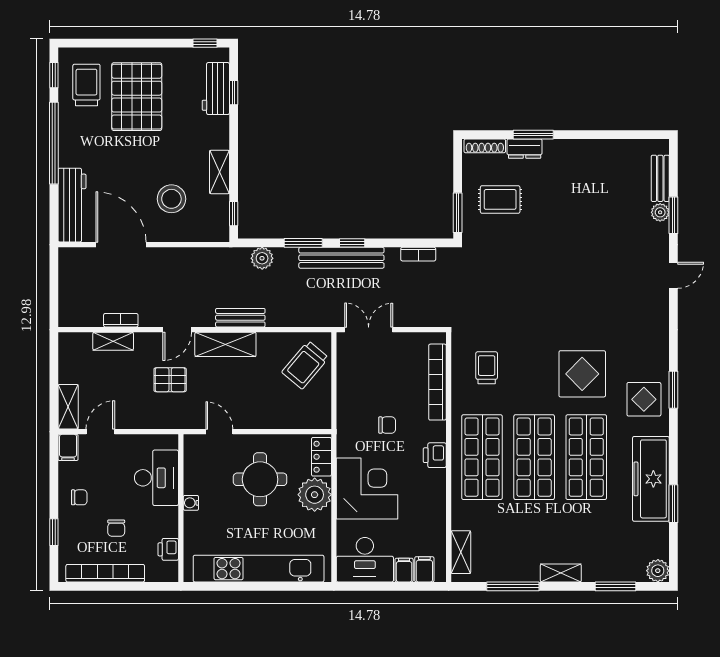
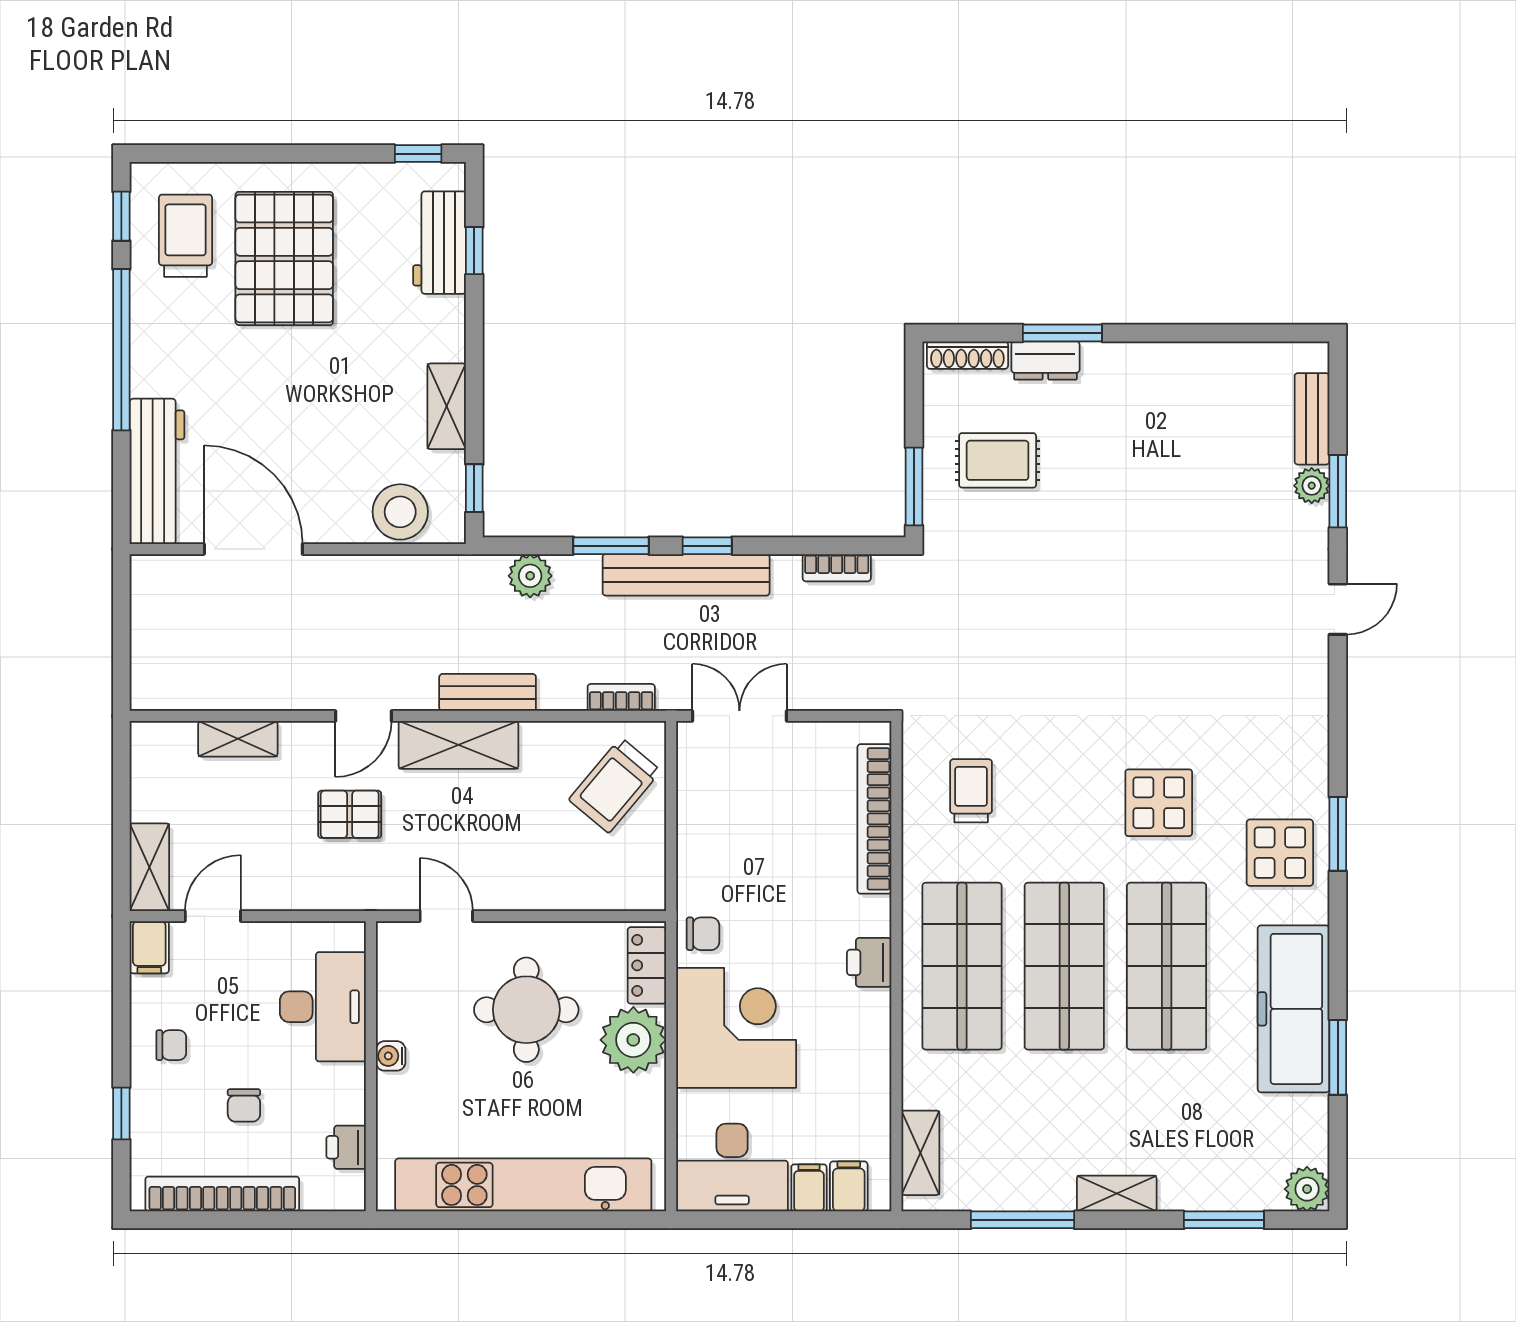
stool: (171, 199) -> (400, 512), moved
bookcase: (121, 320) -> (621, 697), moved
display table: (582, 374) -> (1159, 803), width x0.73, depth x0.73
chair: (387, 425) -> (703, 934), moved

